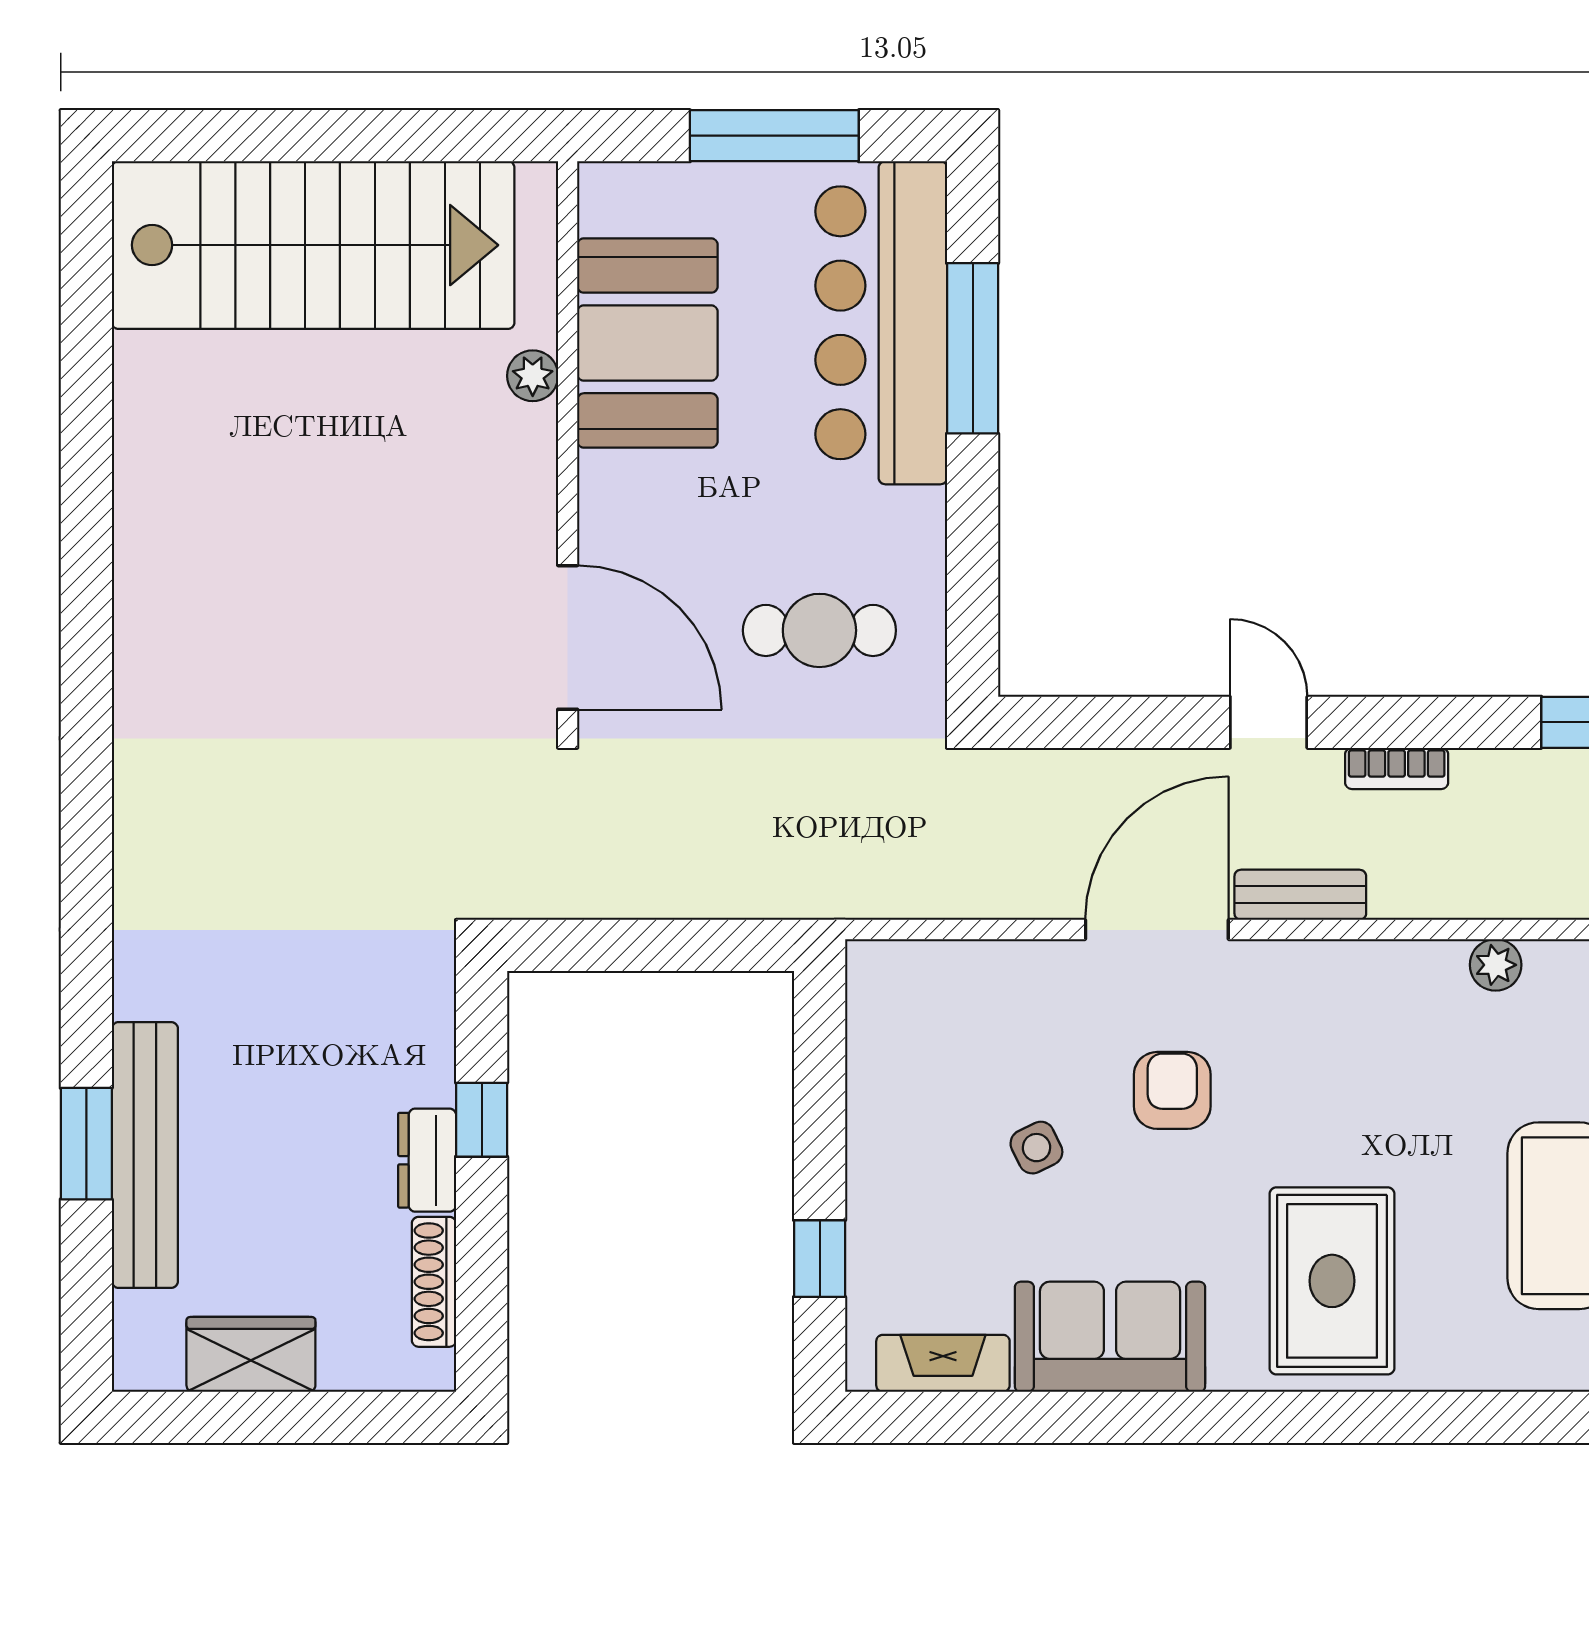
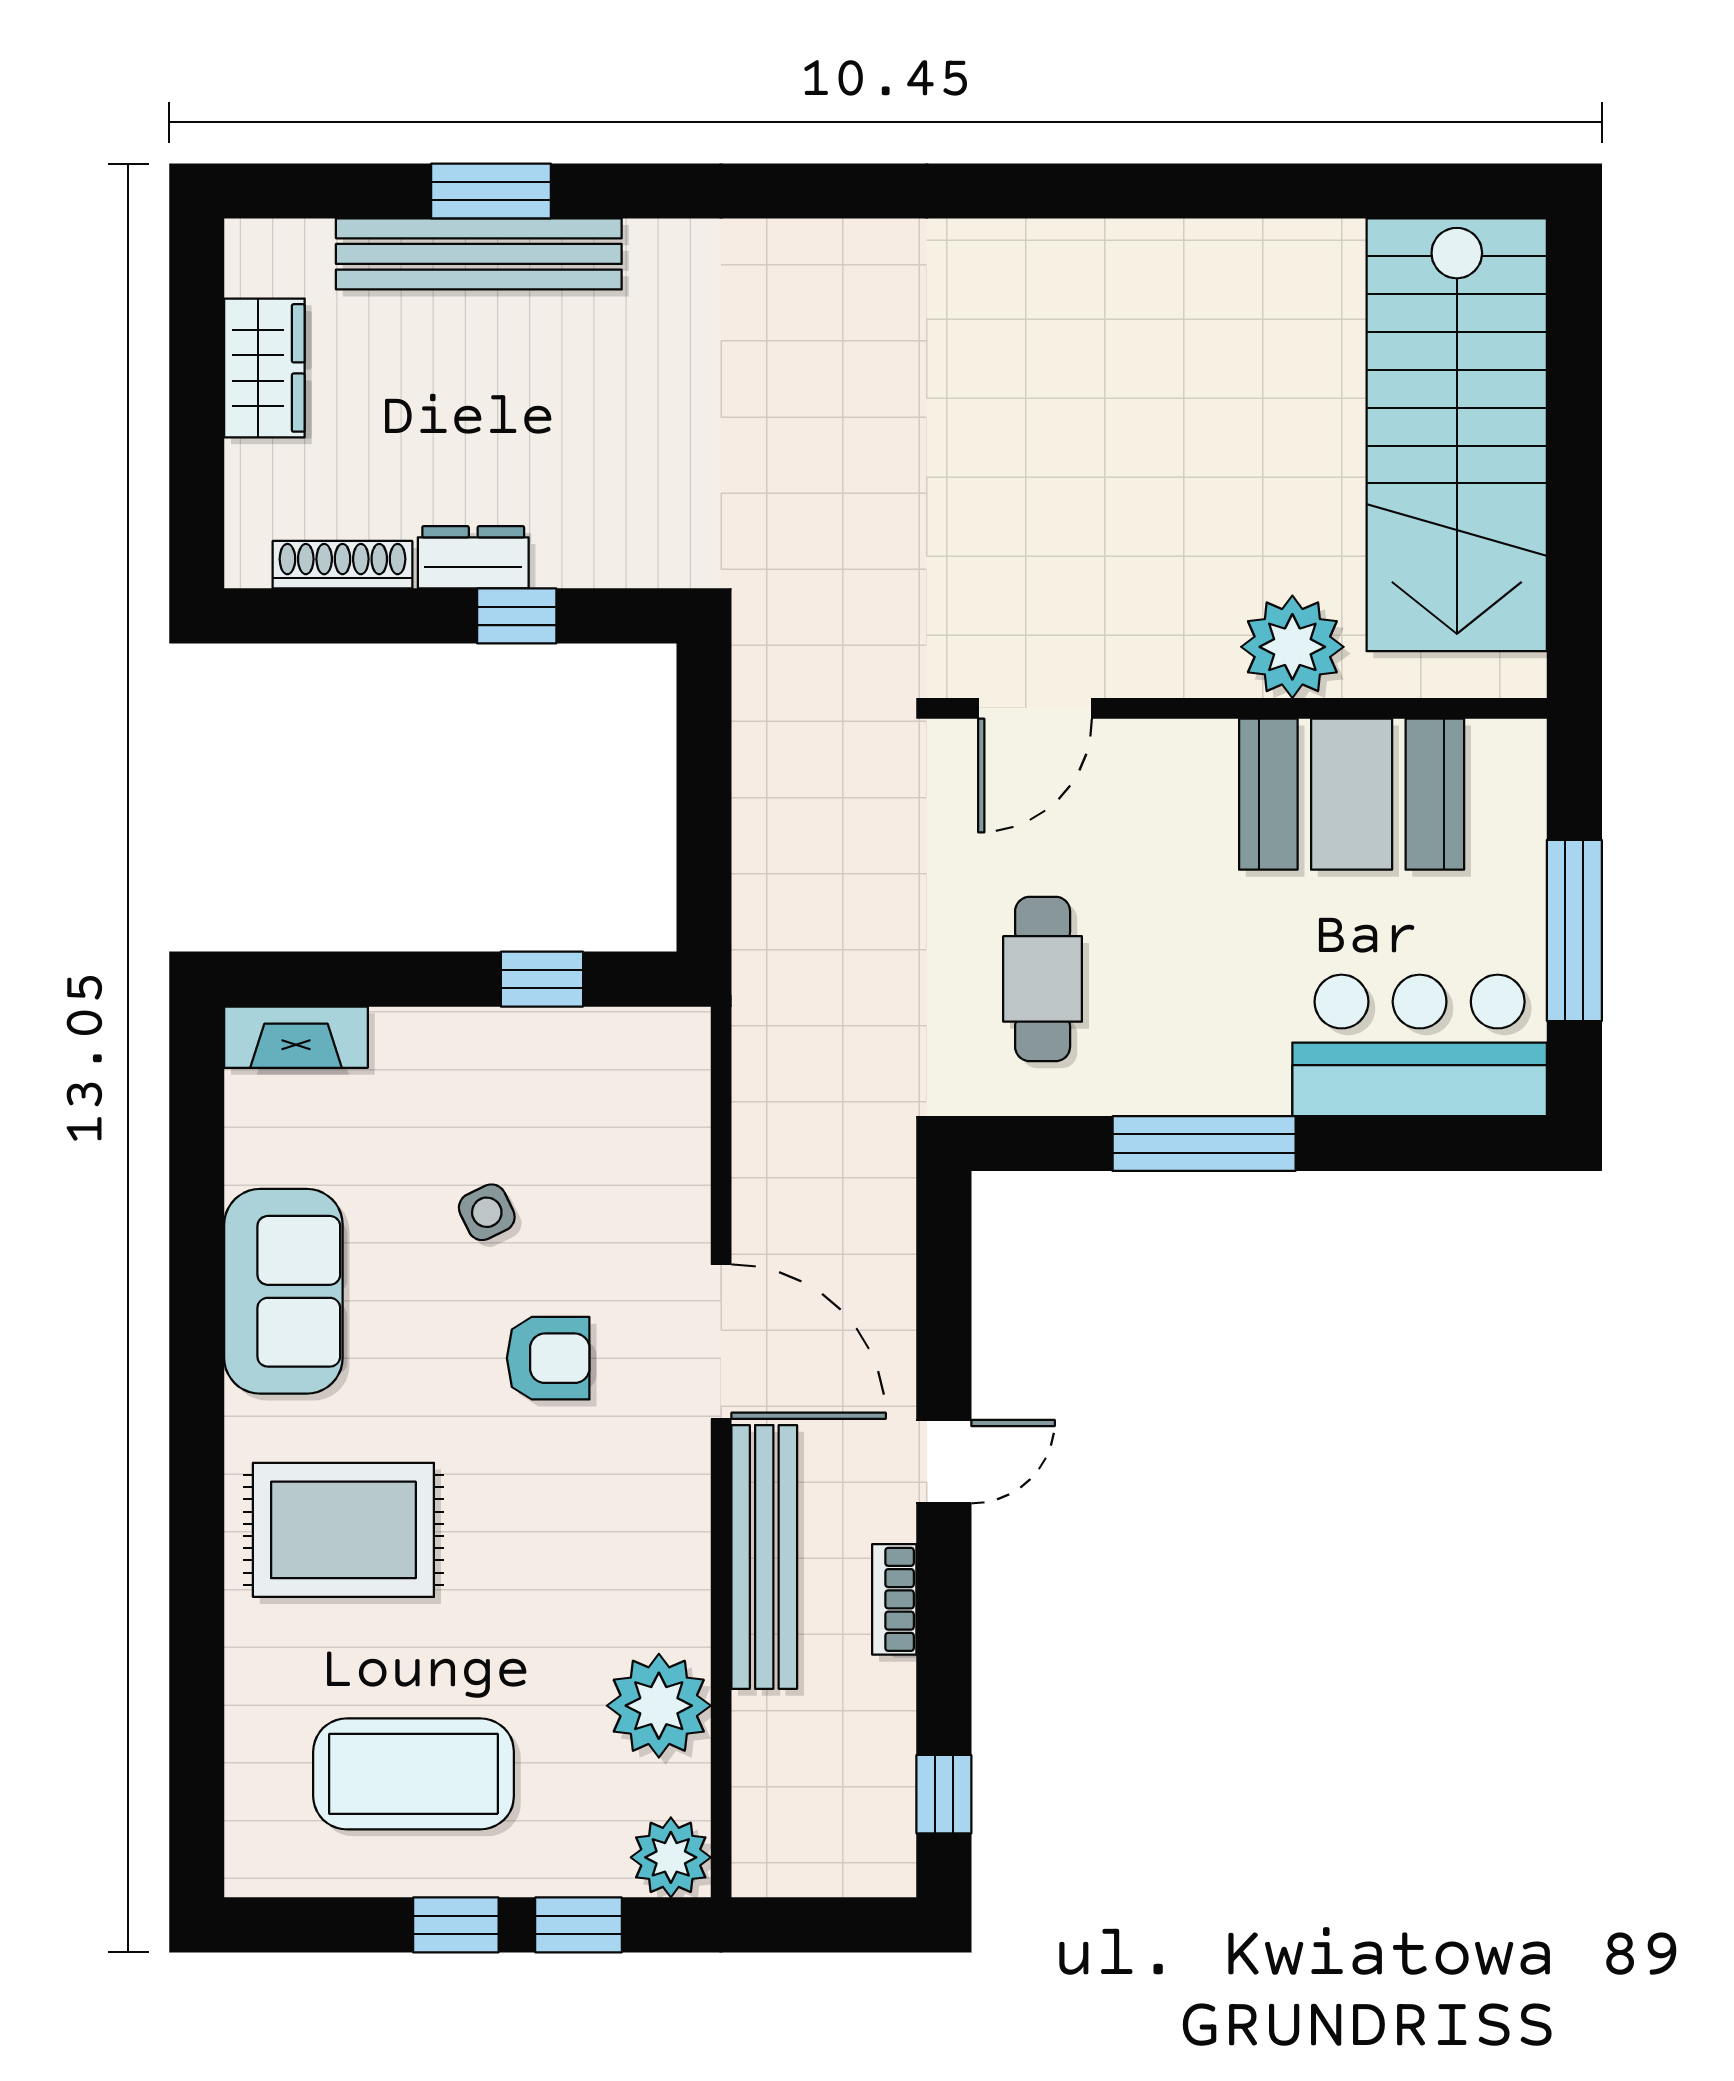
bar counter: (881, 323) -> (1420, 1045), width x0.73
window: (973, 348) -> (1204, 1144), moved
plant: (533, 376) -> (1292, 647), width x1.87, depth x1.87
door: (568, 637) -> (1035, 708), width x0.73
bench: (1300, 895) -> (764, 1557), width x1.86, depth x1.21
plant: (1496, 965) -> (659, 1706), width x1.88, depth x1.88
window: (820, 1259) -> (542, 979), moved
fireplace: (943, 1363) -> (296, 1037), moved, turned 90

